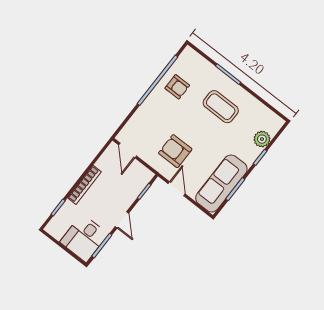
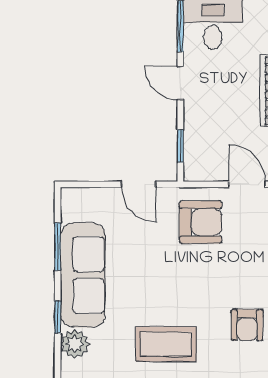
armchair: (177, 87) -> (247, 325), turned -90
armchair: (175, 151) -> (201, 222), moved
sofa: (221, 183) -> (83, 275), moved

